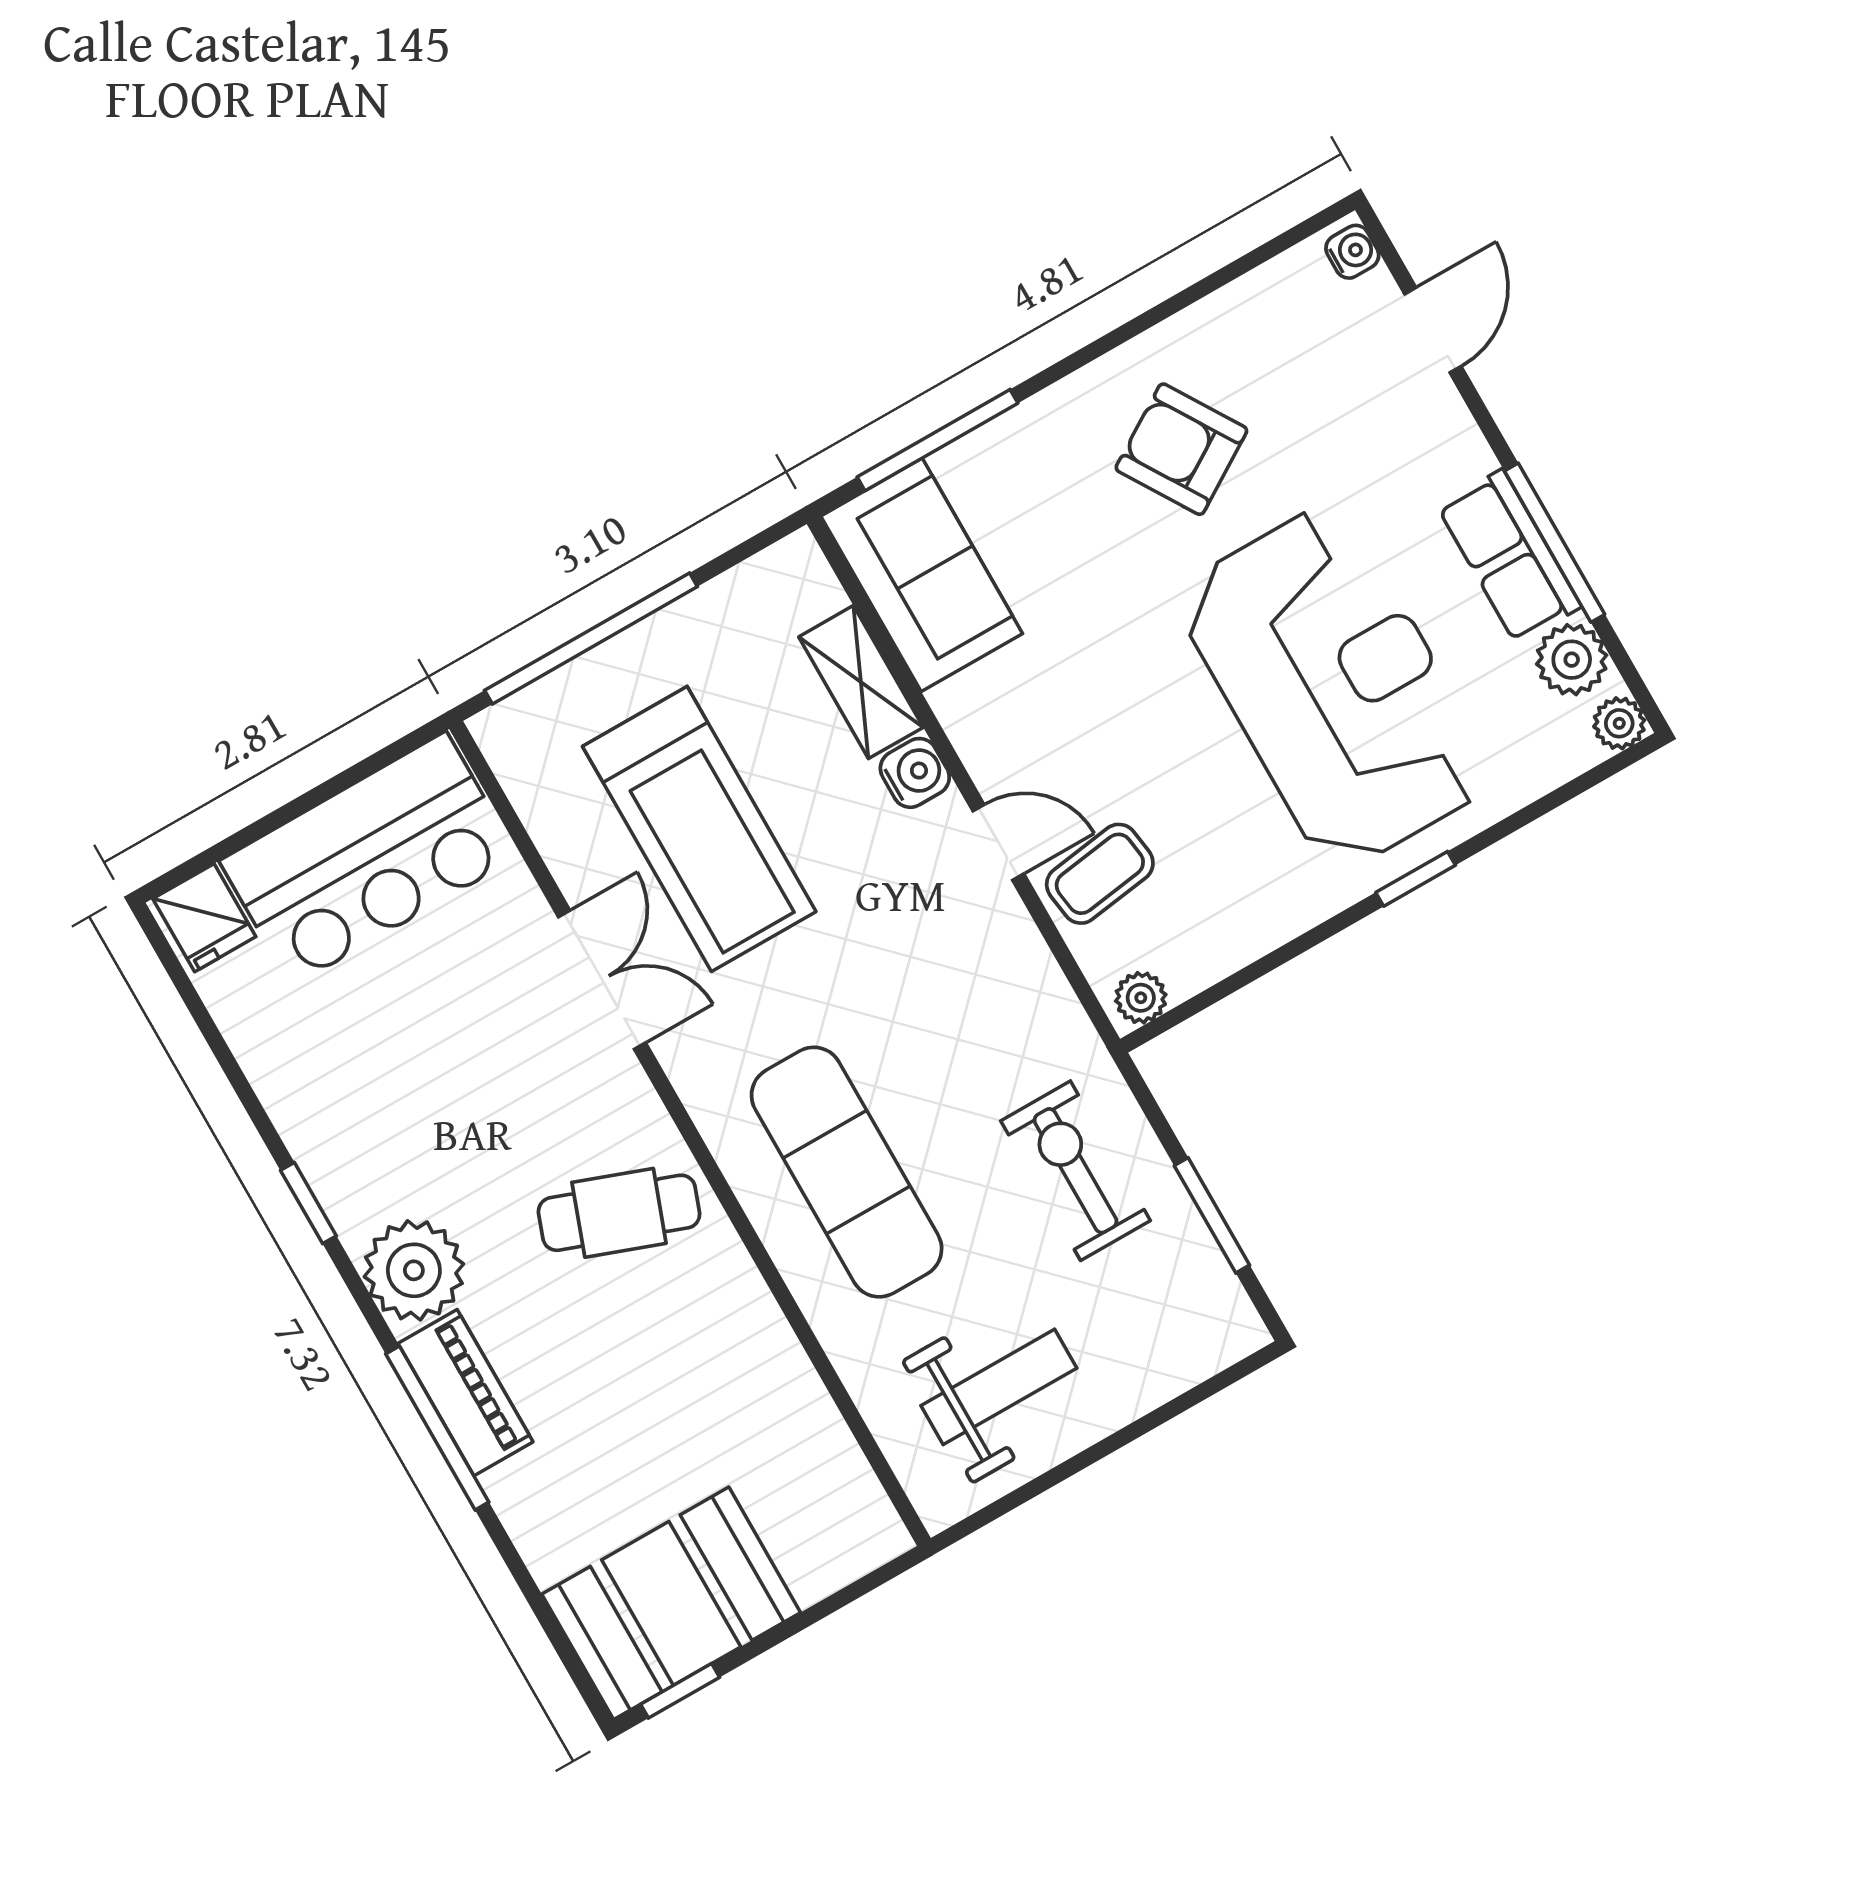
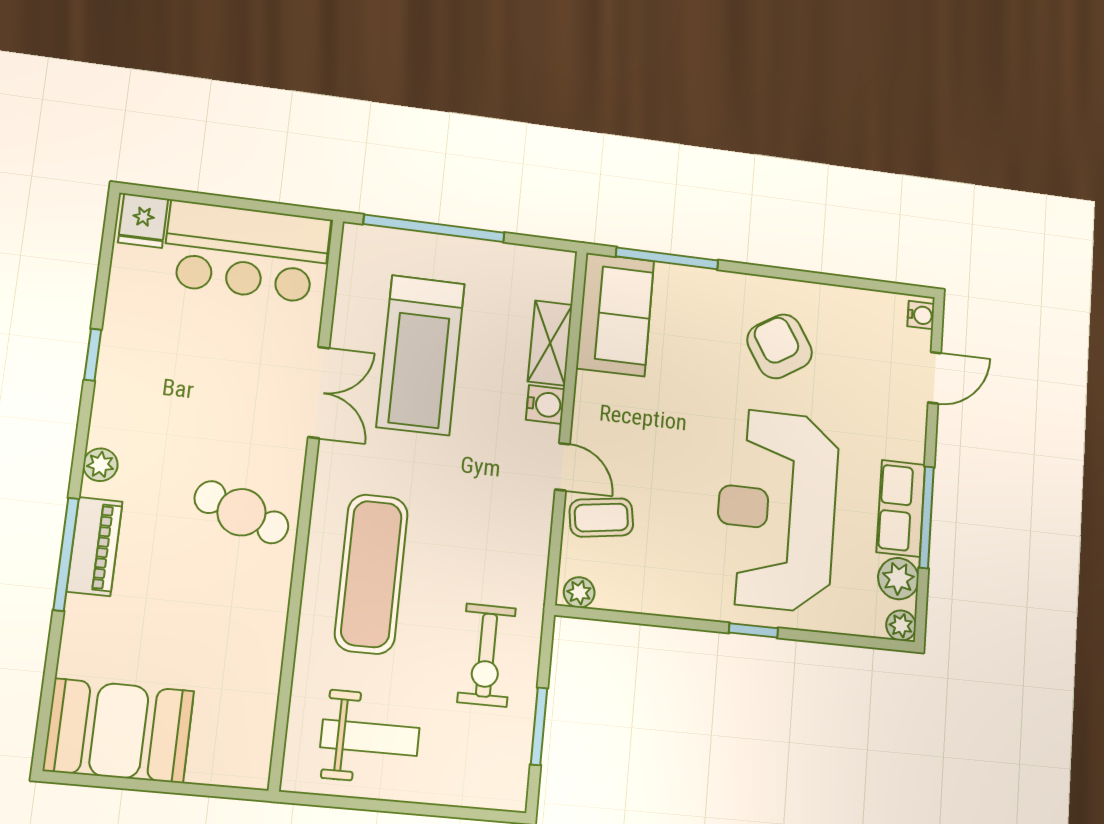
reception desk: (1335, 687) -> (777, 510), turned 180
exercise bike: (1076, 1171) -> (487, 655), turned 180
window: (308, 1203) -> (93, 355), moved
plant: (414, 1270) -> (100, 465), width x0.53, depth x0.53
window: (680, 1691) -> (89, 780), removed

